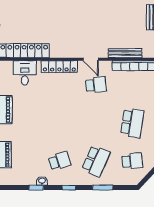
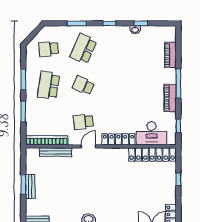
door: (91, 59) -> (88, 146), hinge flipped
desk: (25, 73) -> (152, 133), width x1.37
school desk: (60, 161) -> (83, 85), moved, turned 42

